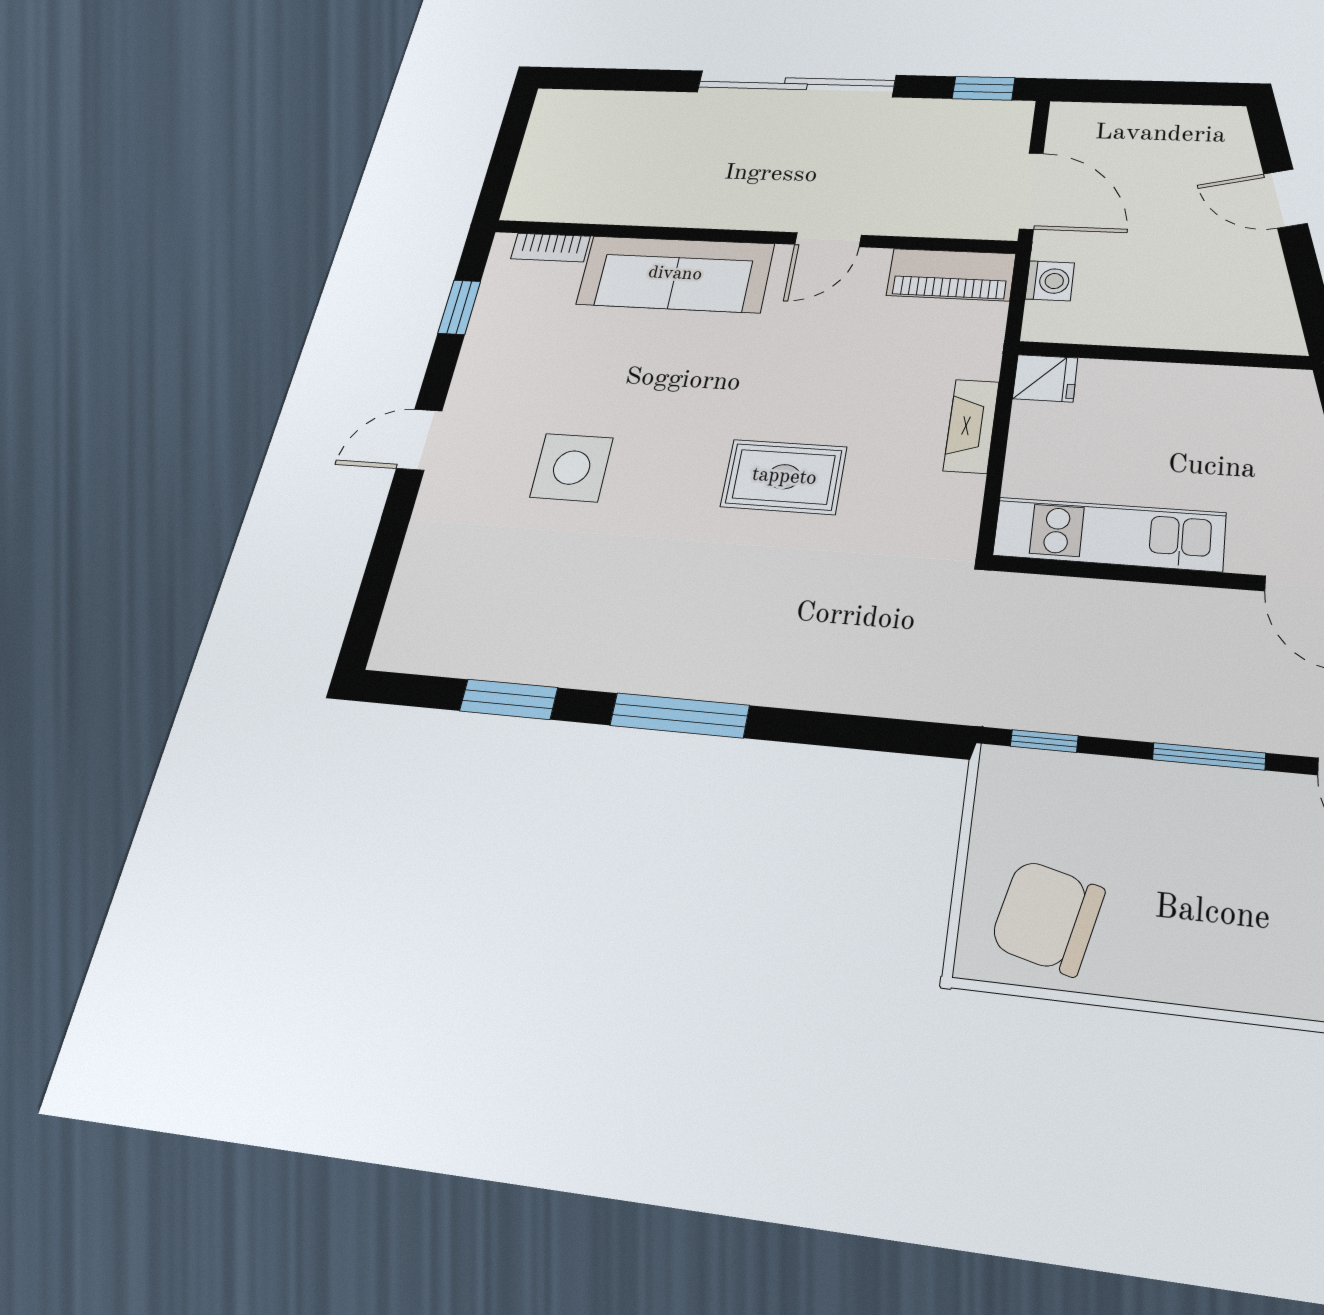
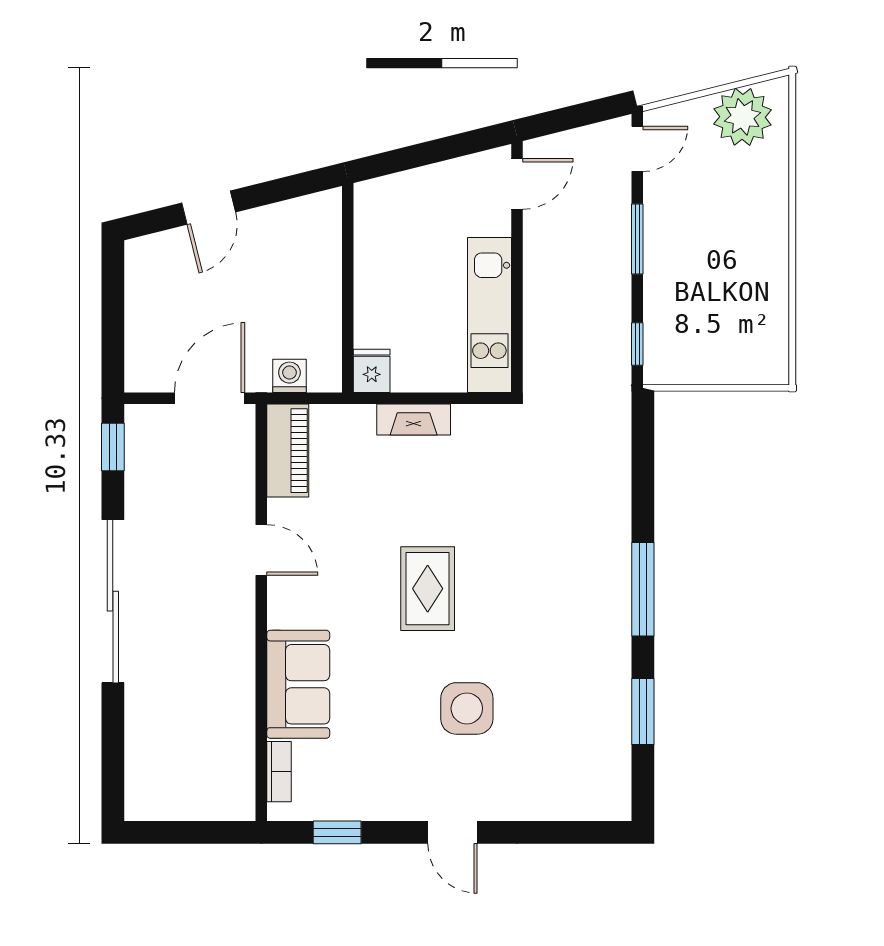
sofa: (675, 274) -> (298, 684), width x0.73
rug: (784, 477) -> (428, 589), moved
chair: (1047, 917) -> (747, 331), removed

